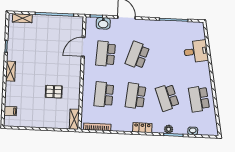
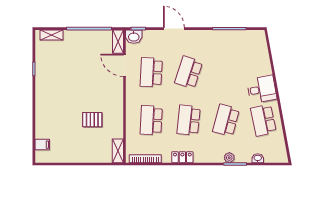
washbasin: (103, 23) -> (134, 37), moved
door: (83, 47) -> (124, 65), hinge flipped
desk: (196, 51) -> (262, 89), moved
shelving: (10, 71) -> (118, 42), moved
school desk: (167, 97) -> (226, 120), turned 36
locker: (142, 128) -> (182, 157), moved

